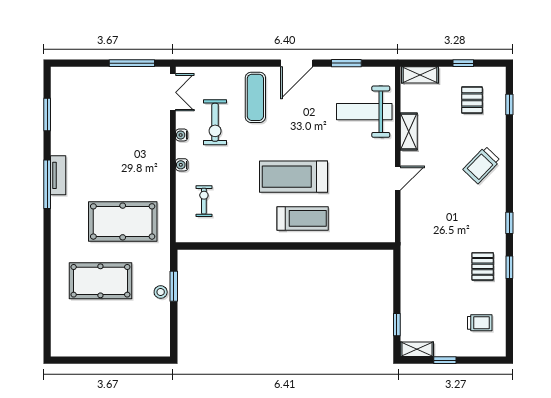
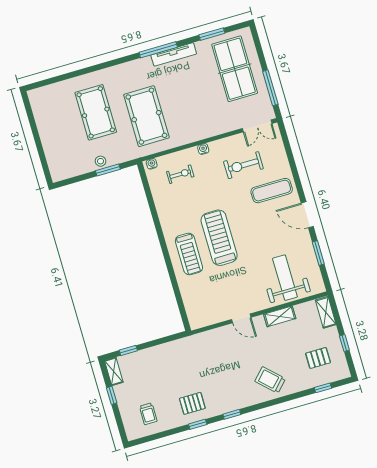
table tennis table: (97, 99) -> (235, 69), added
water cooler: (182, 135) -> (152, 164), moved
tv unit: (58, 175) -> (174, 54), width x1.41

